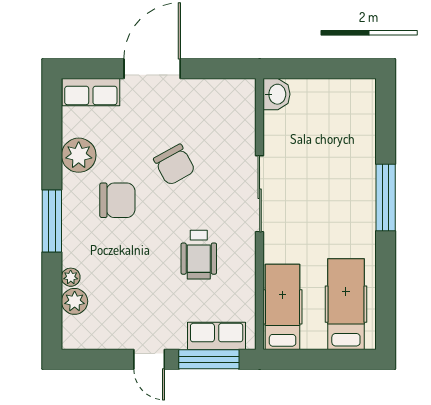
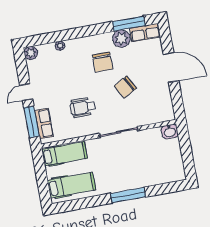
row of seats: (91, 92) -> (145, 33), moved, turned -90
window: (52, 221) -> (129, 23), moved
plant: (75, 301) -> (31, 53), moved

